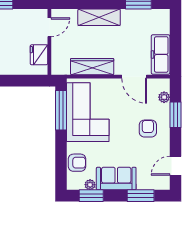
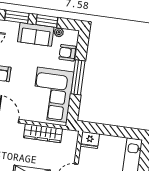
fridge: (39, 55) -> (90, 140), moved, turned 90
window: (61, 110) -> (78, 77), moved
window: (91, 196) -> (47, 21), moved

